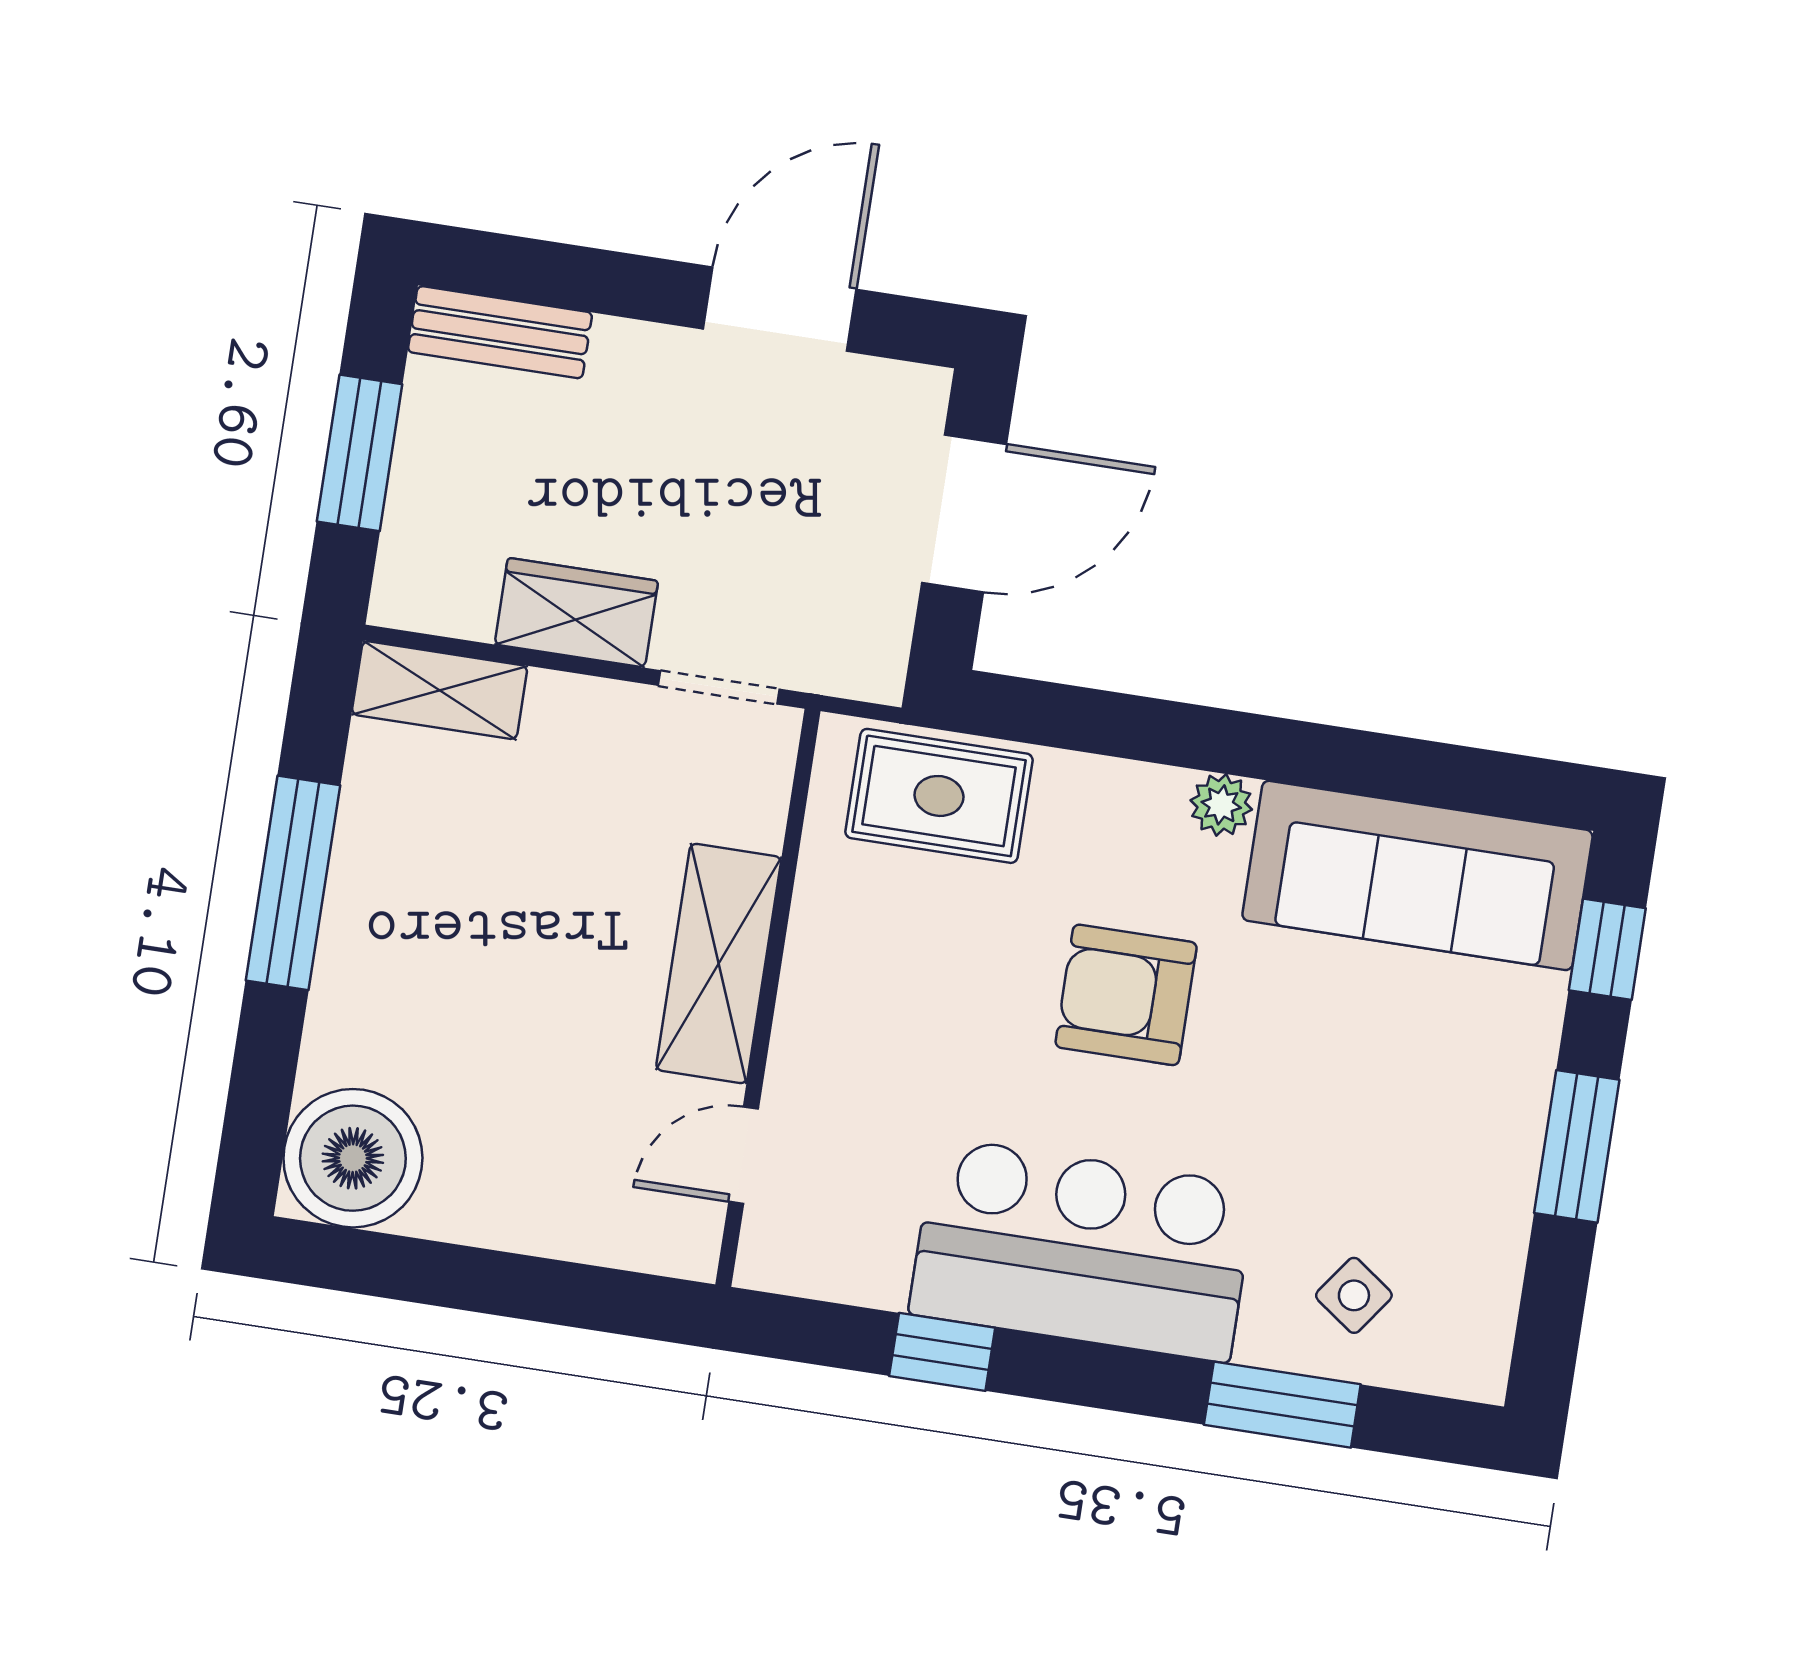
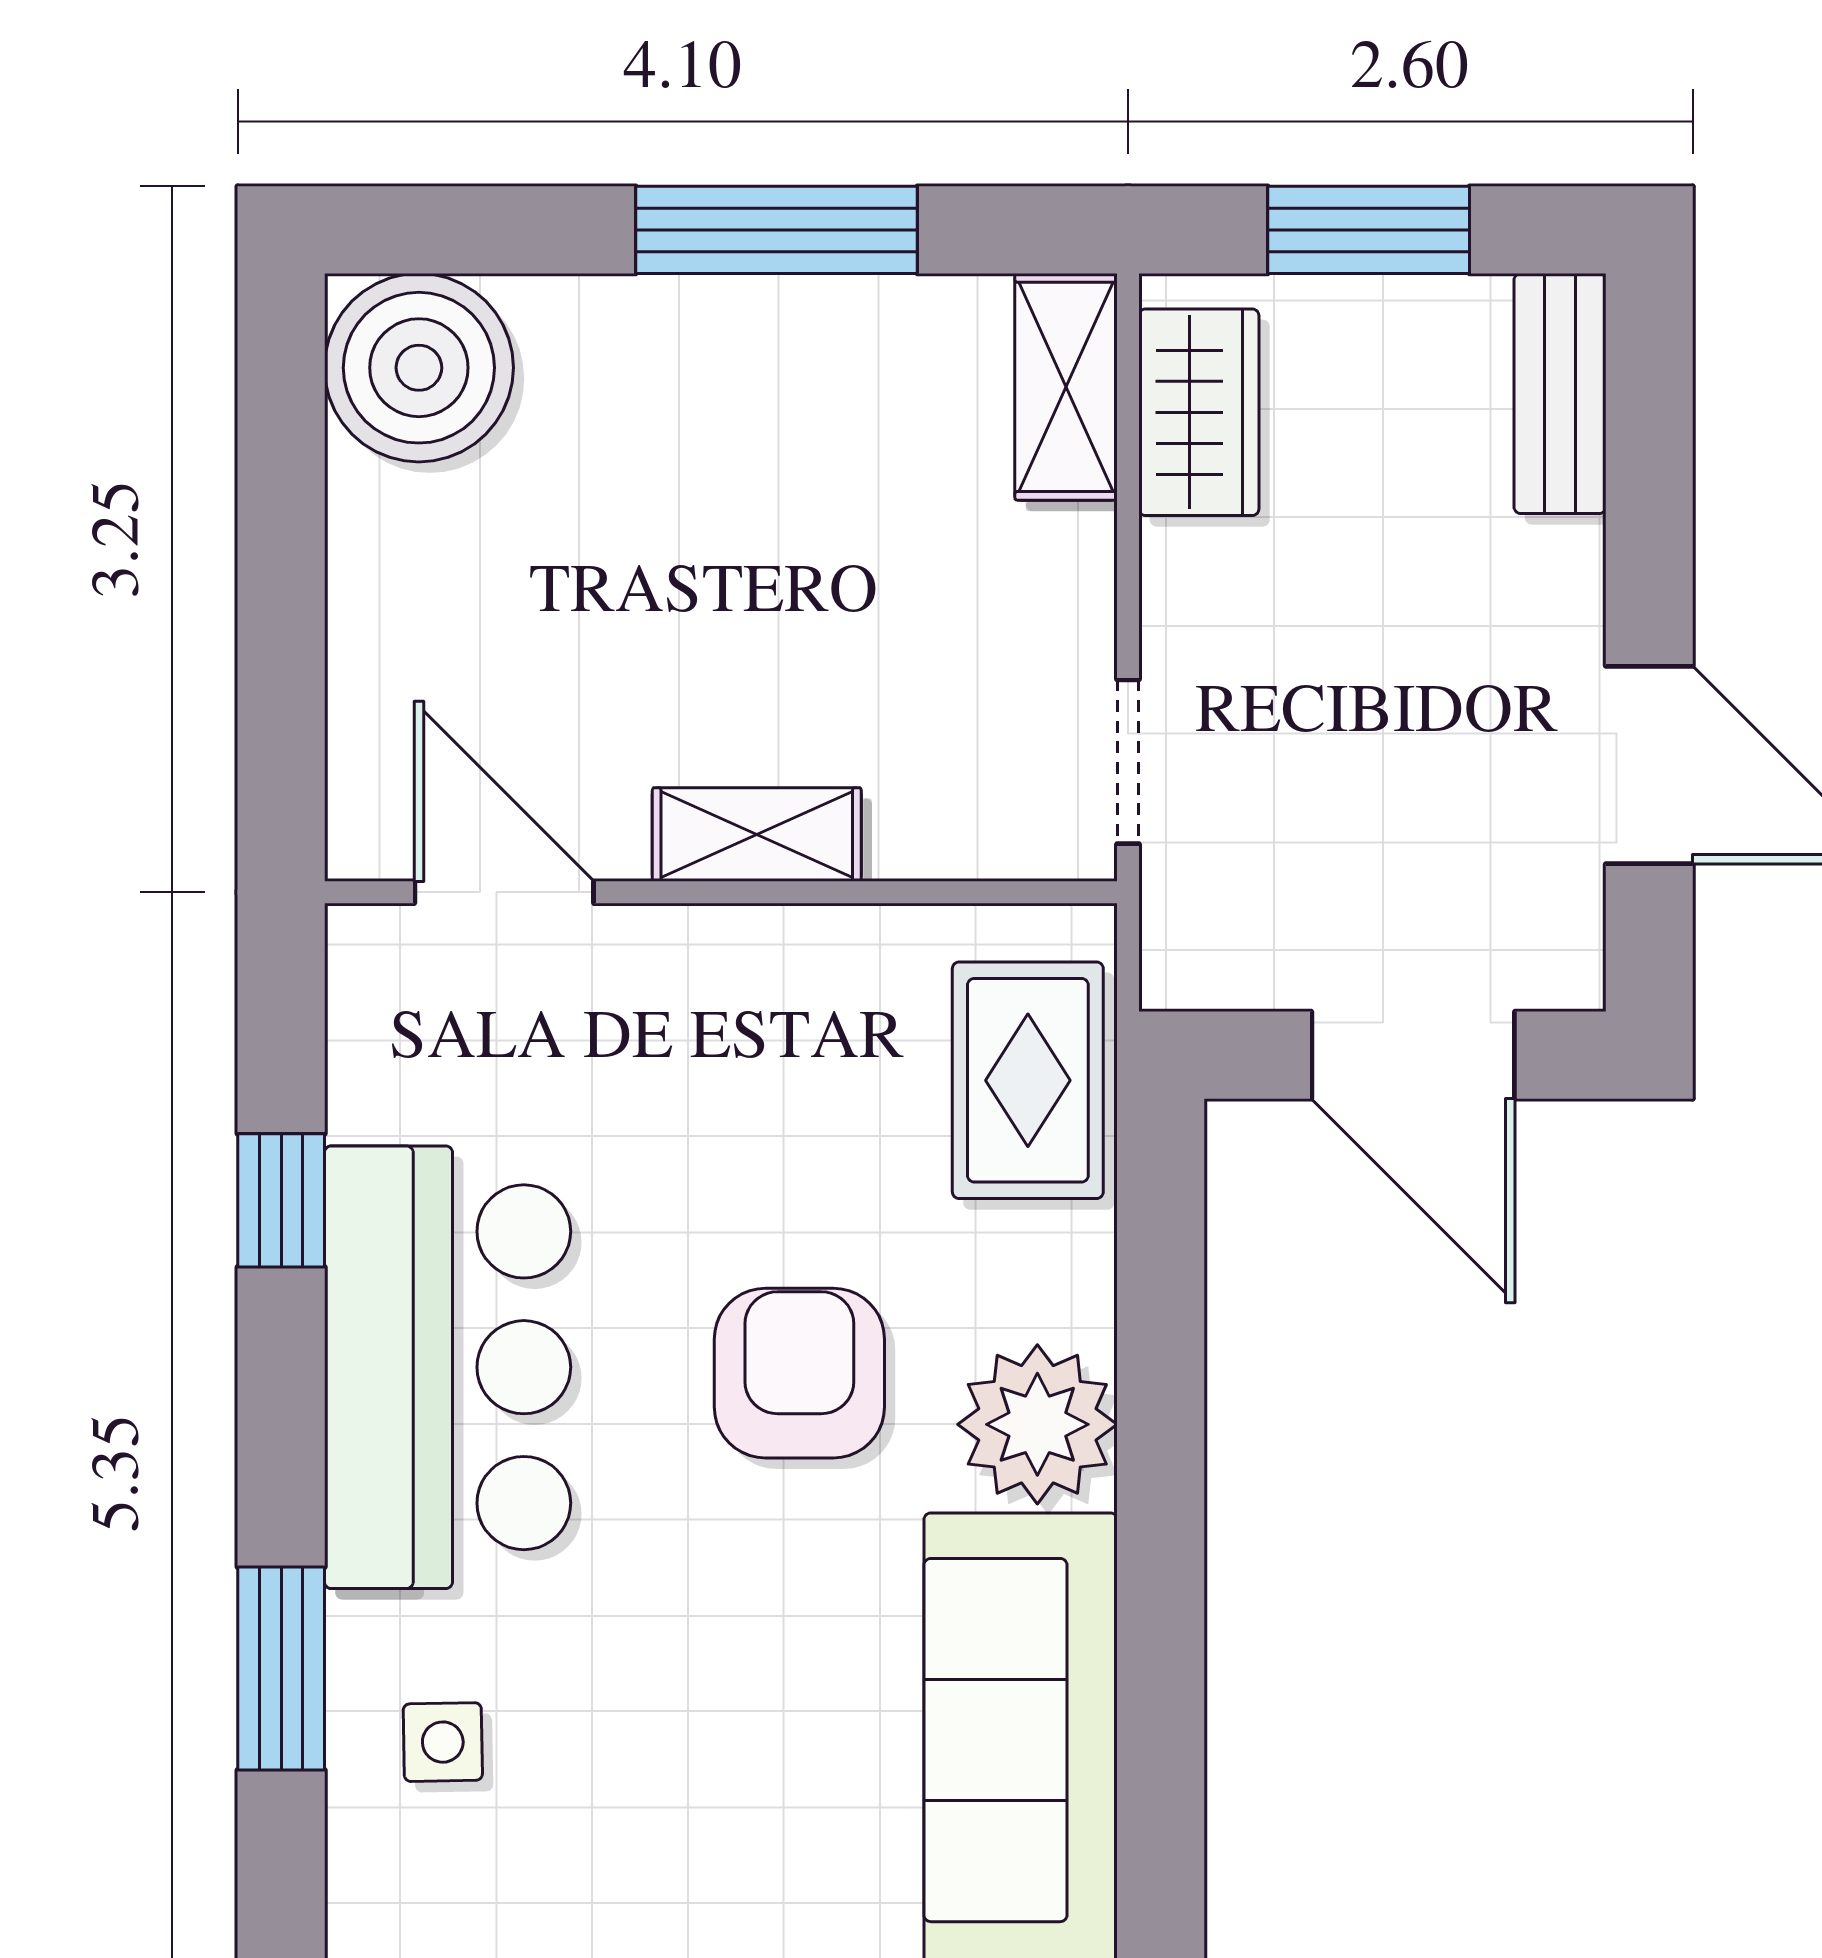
wardrobe: (576, 613) -> (1199, 412), moved
plant: (1221, 805) -> (1037, 1424), width x1.87, depth x1.87
shelving: (719, 963) -> (757, 834), width x0.67, depth x0.75
door: (744, 1155) -> (504, 892), width x1.37
side table: (1354, 1295) -> (443, 1742), turned -37

